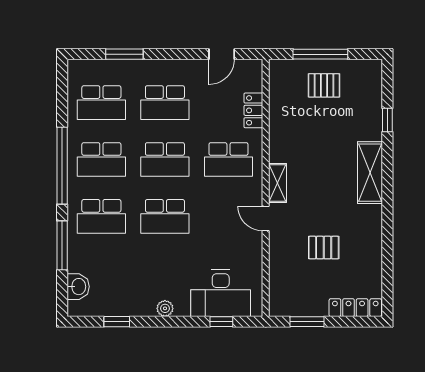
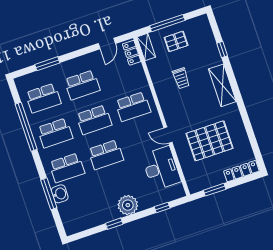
locker: (253, 110) -> (132, 53), moved
trolley: (313, 142) -> (181, 78), added
window: (62, 166) -> (26, 127), moved
shelving: (278, 183) -> (146, 47), moved
pallet: (324, 248) -> (210, 141), width x2.05, depth x2.00
washbasin: (78, 287) -> (60, 194), moved
desk: (221, 293) -> (161, 168), moved, turned -90
plant: (165, 308) -> (128, 205), width x1.87, depth x1.87
window: (117, 322) -> (114, 224), moved

